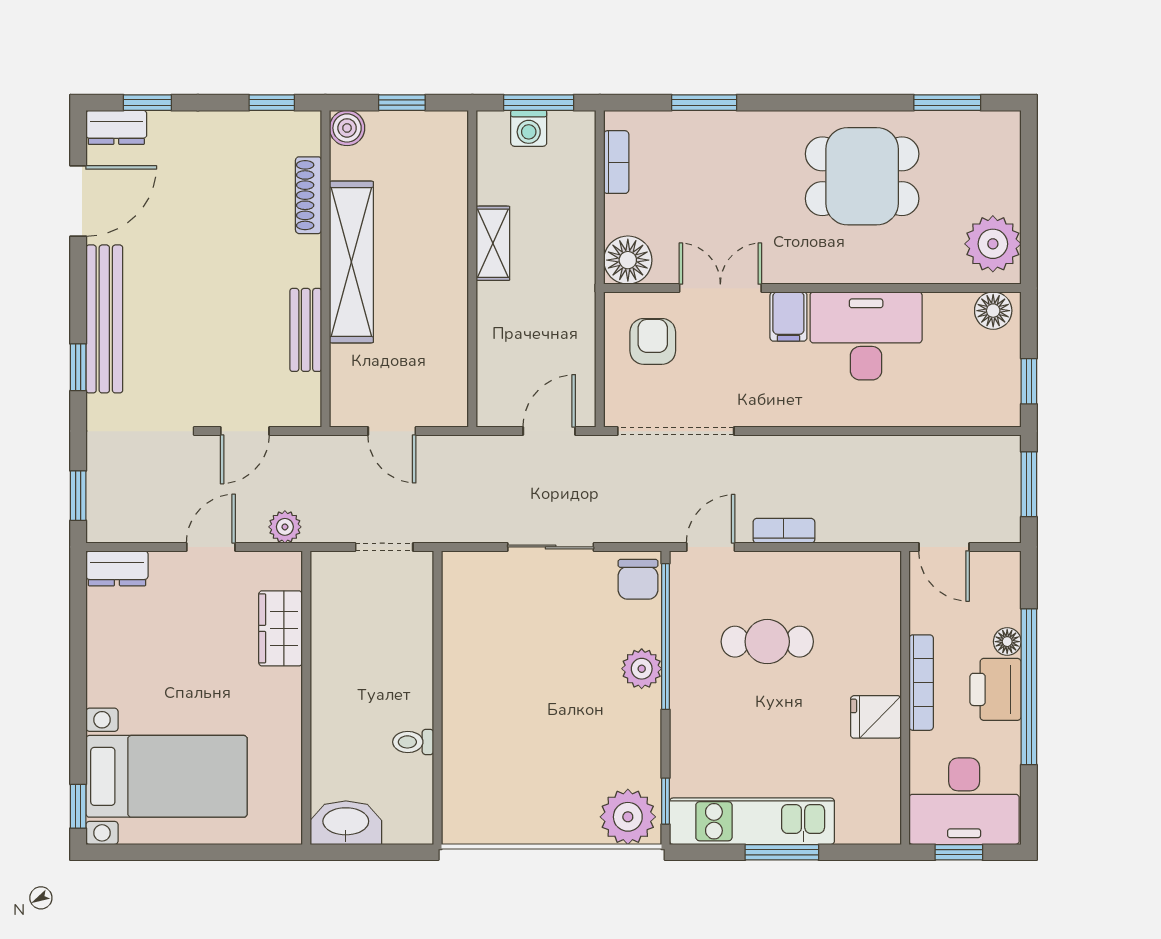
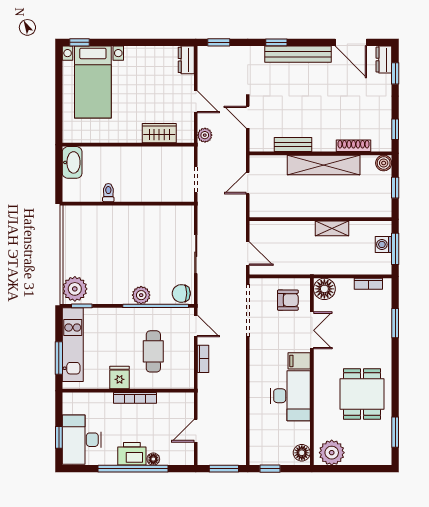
bookcase: (921, 683) -> (135, 398), moved
wall: (905, 698) -> (128, 391), moved
fridge: (876, 717) -> (120, 378), moved

